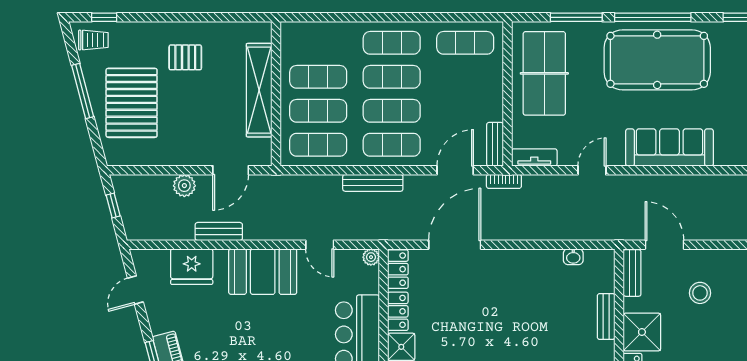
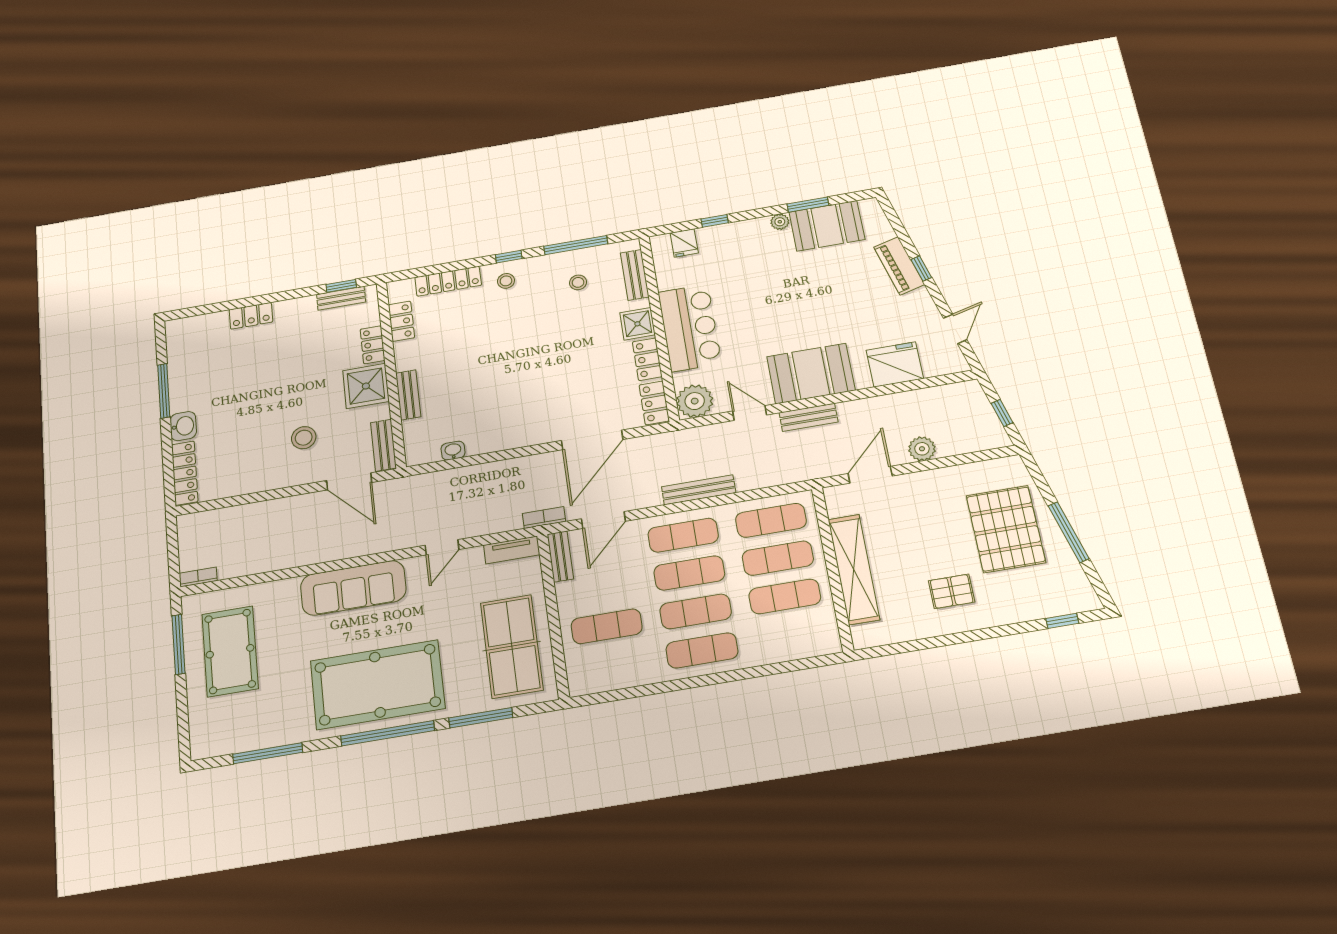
trolley: (93, 40) -> (1069, 592), removed
exercise mat: (465, 43) -> (607, 626), moved
bench: (219, 232) -> (809, 417), moved
plant: (371, 257) -> (695, 401), width x1.88, depth x1.88

